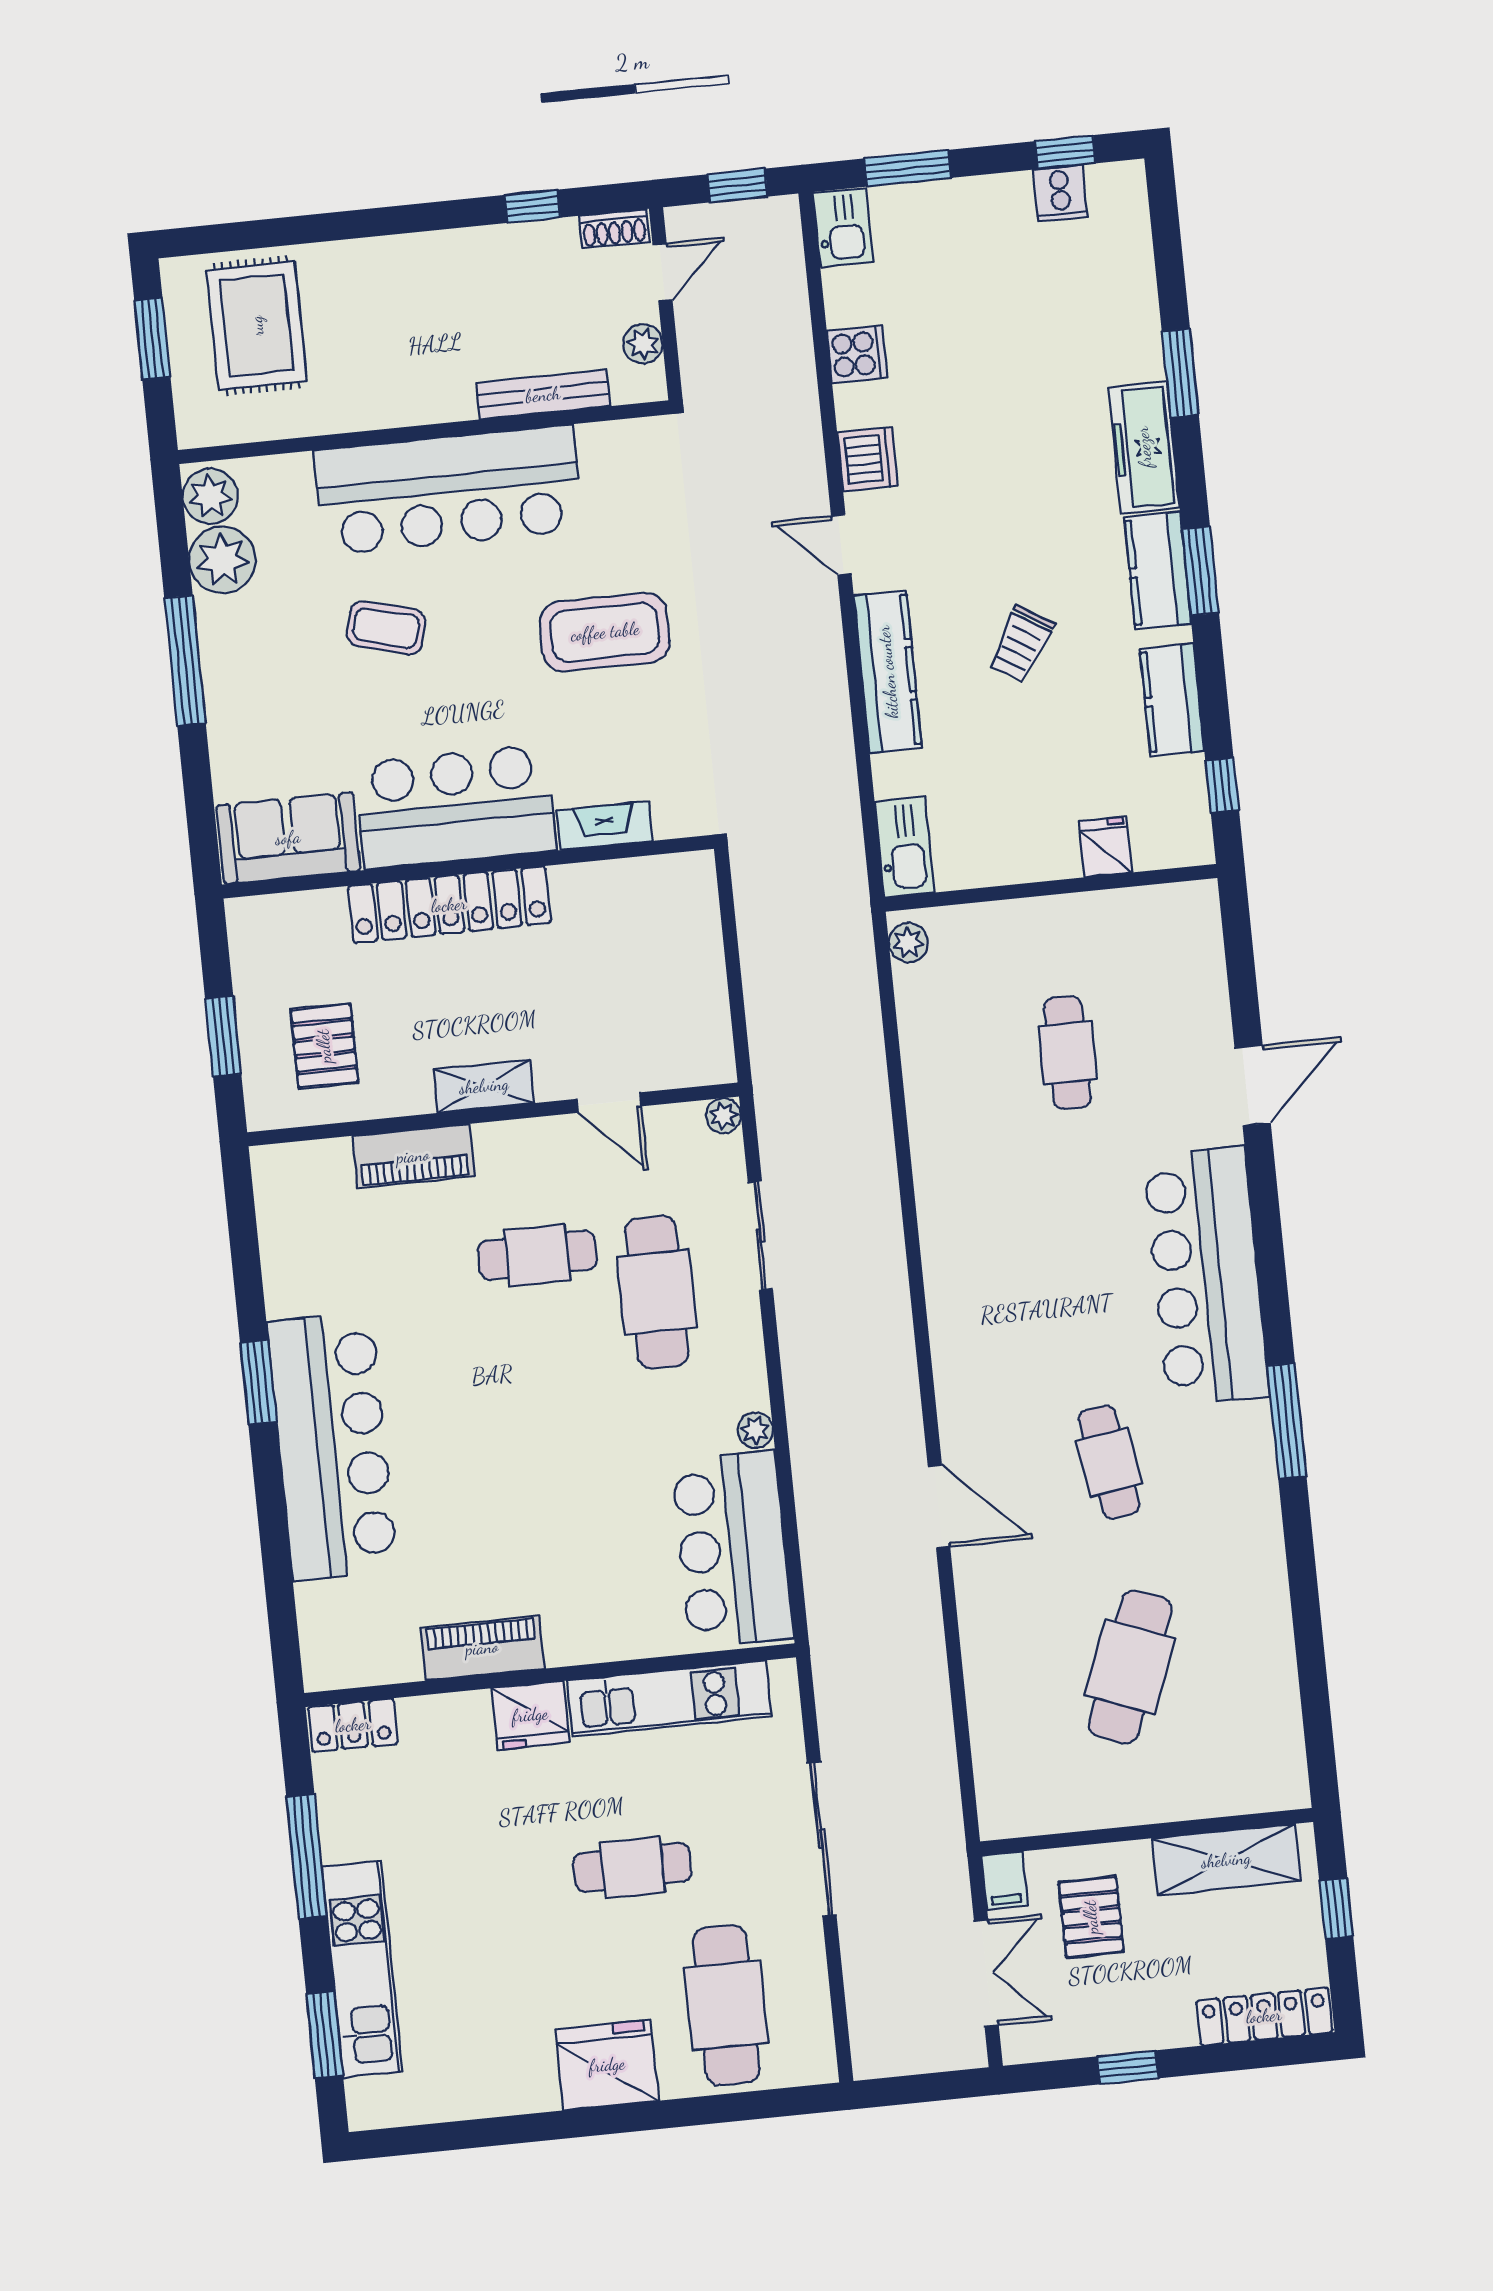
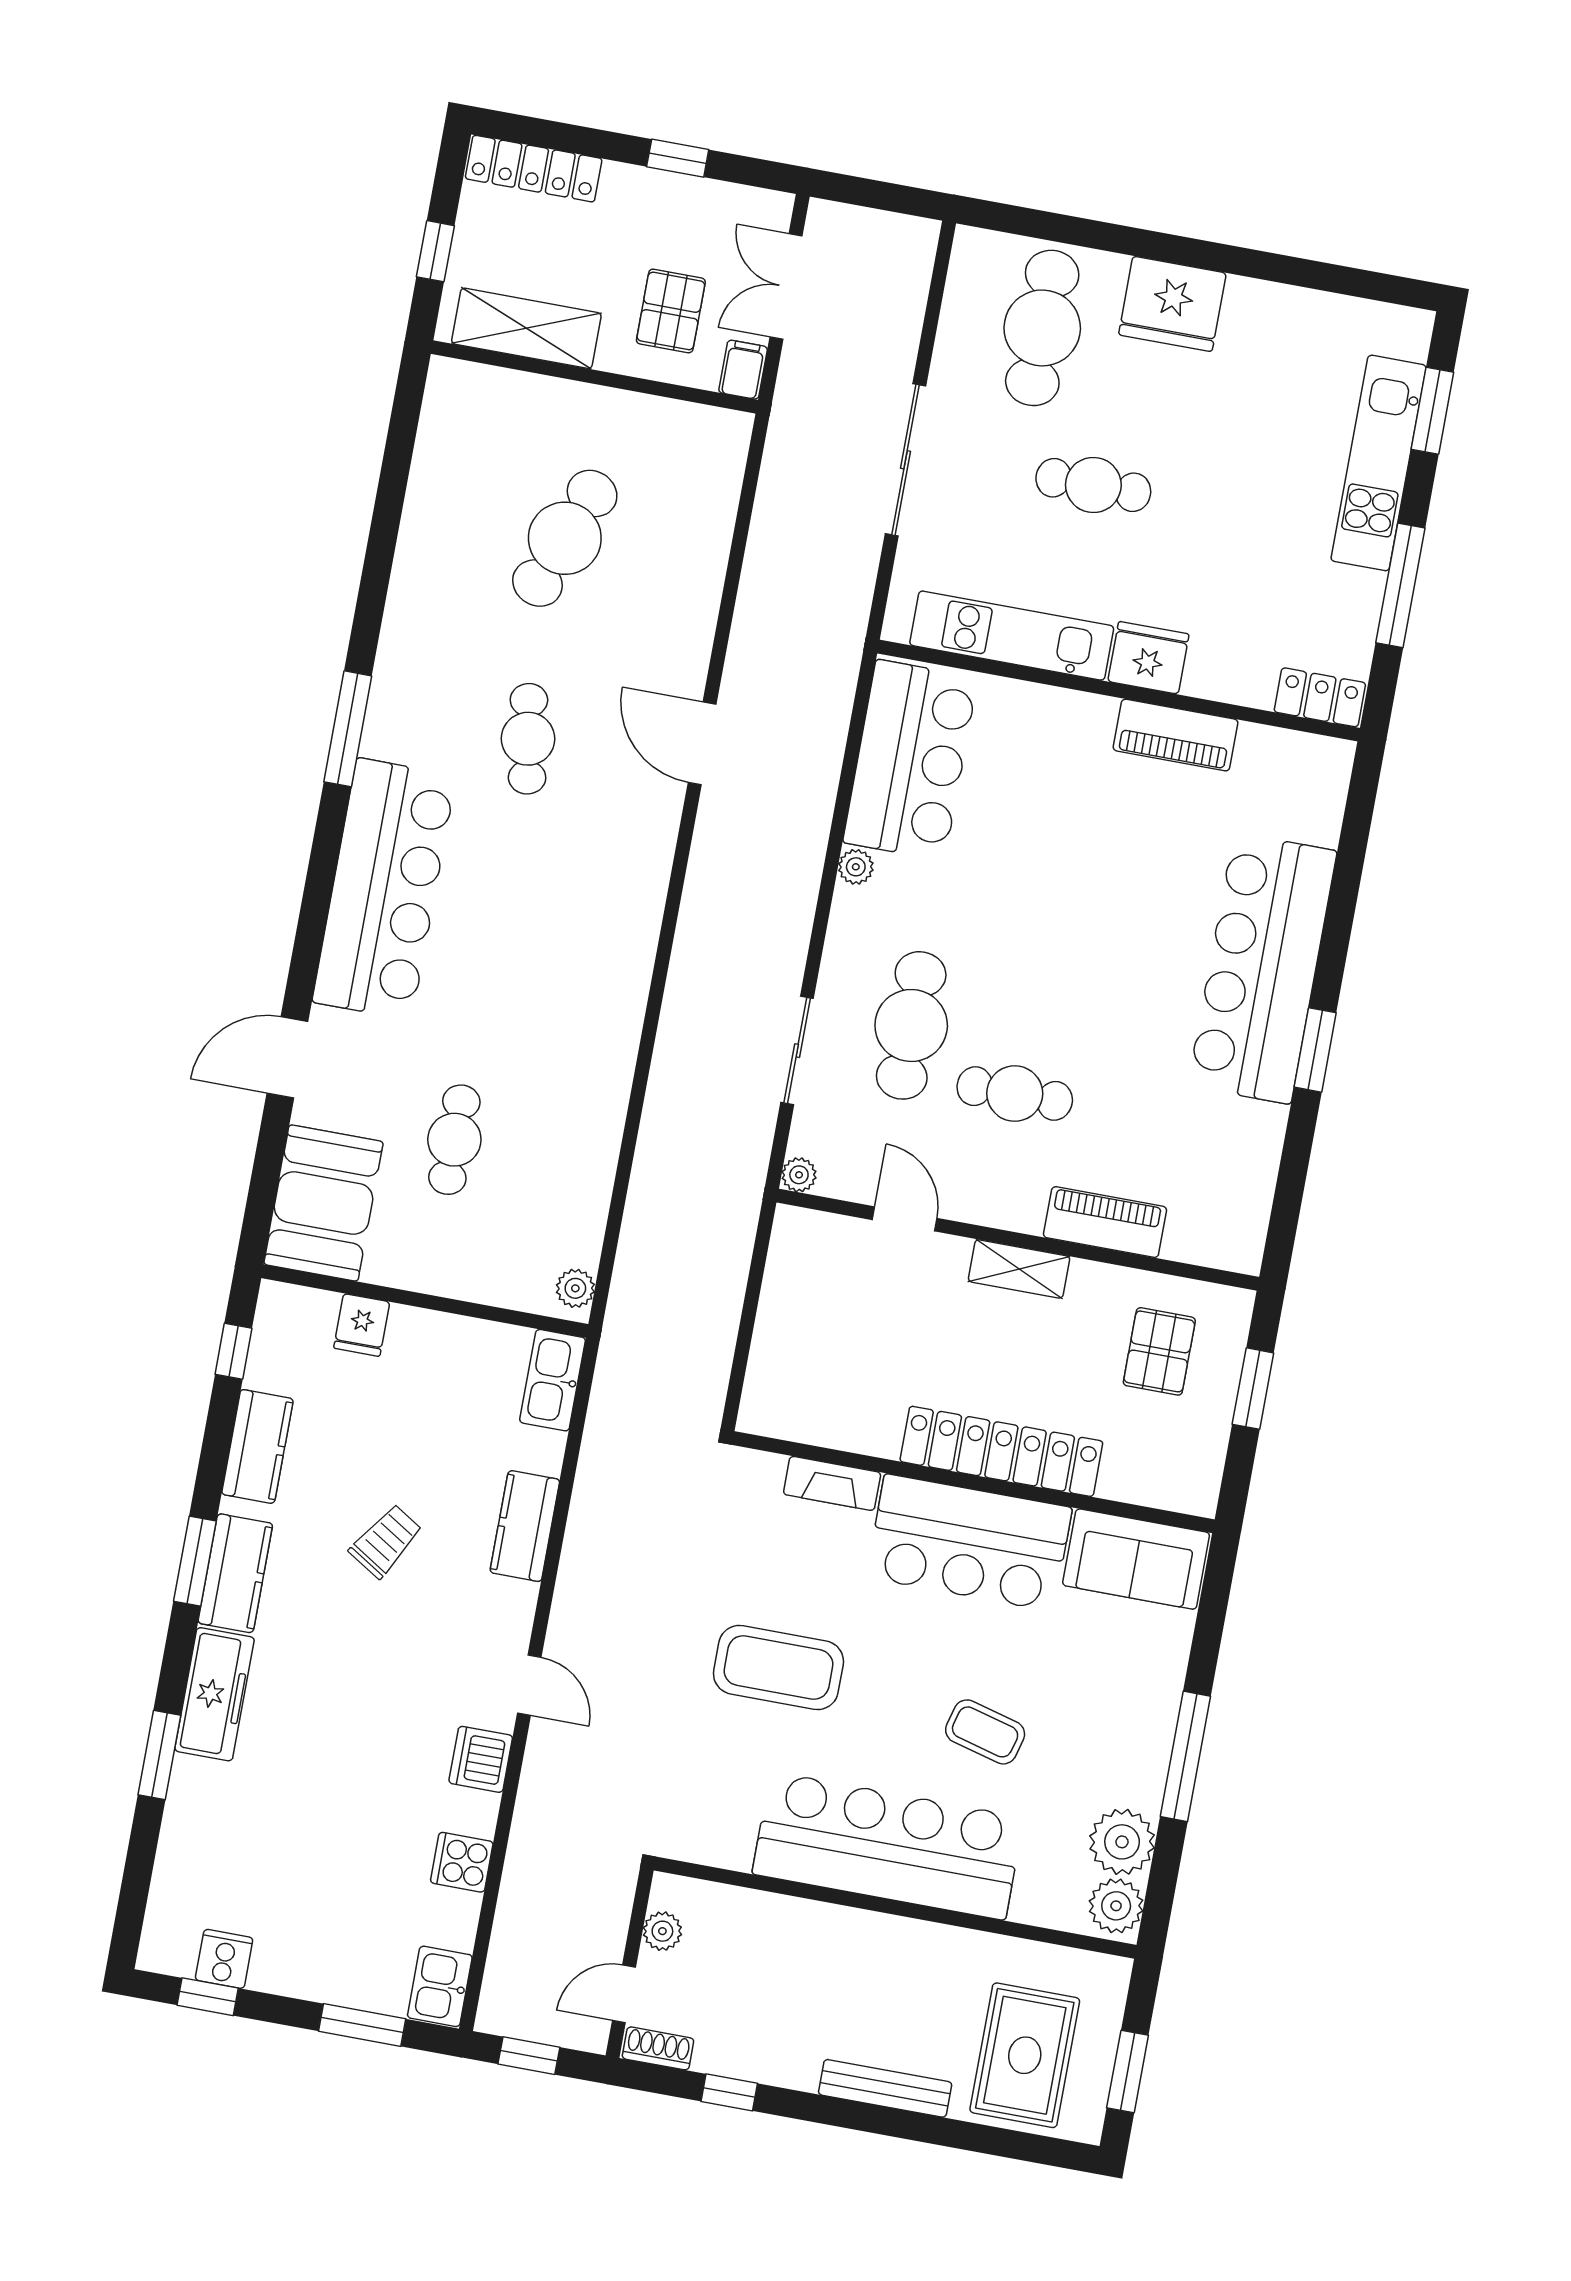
bench: (543, 395) -> (885, 2088), moved
kitchen counter: (888, 672) -> (525, 1526), width x0.67
booth: (1177, 954) -> (324, 1203), added

